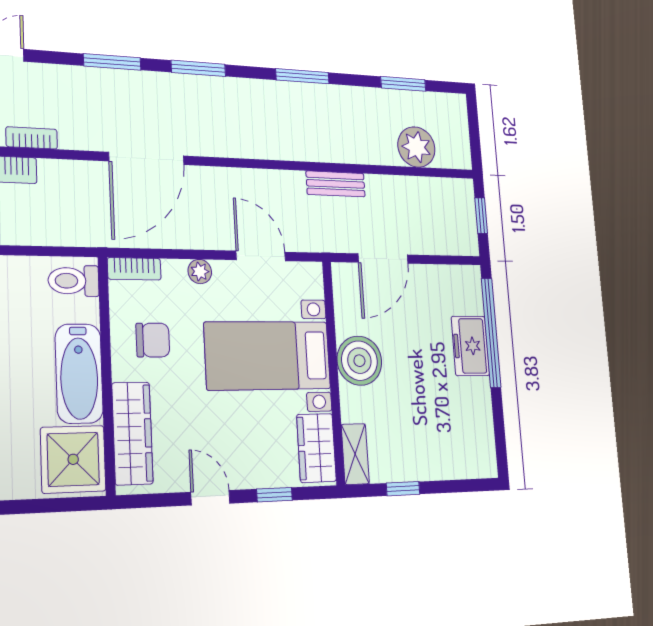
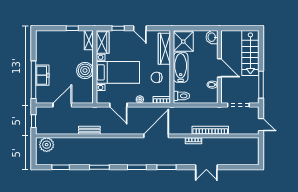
plant: (416, 147) -> (47, 145), moved
door: (383, 259) -> (62, 105), moved

